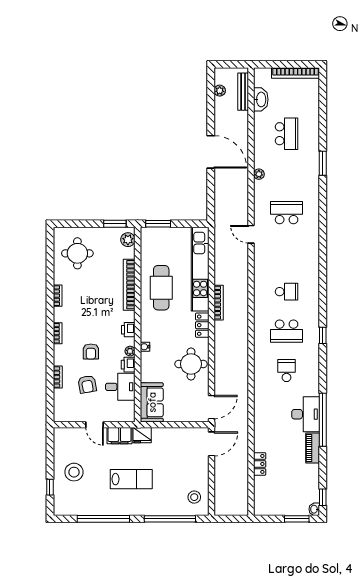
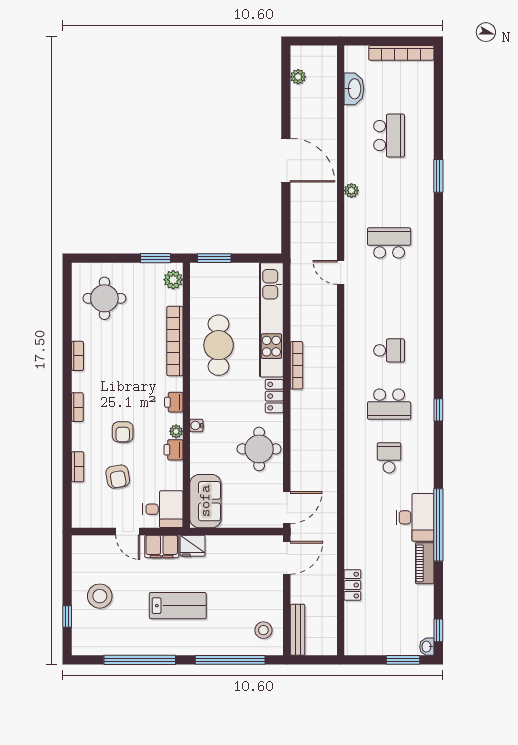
bench: (243, 92) -> (298, 630), moved
desk: (120, 387) -> (163, 509), moved

